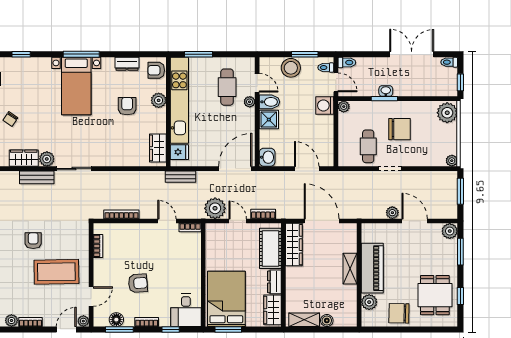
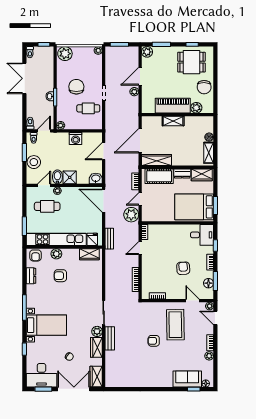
bed with nightstands: (76, 86) -> (46, 325), moved
washing machine: (325, 105) -> (76, 139), moved

